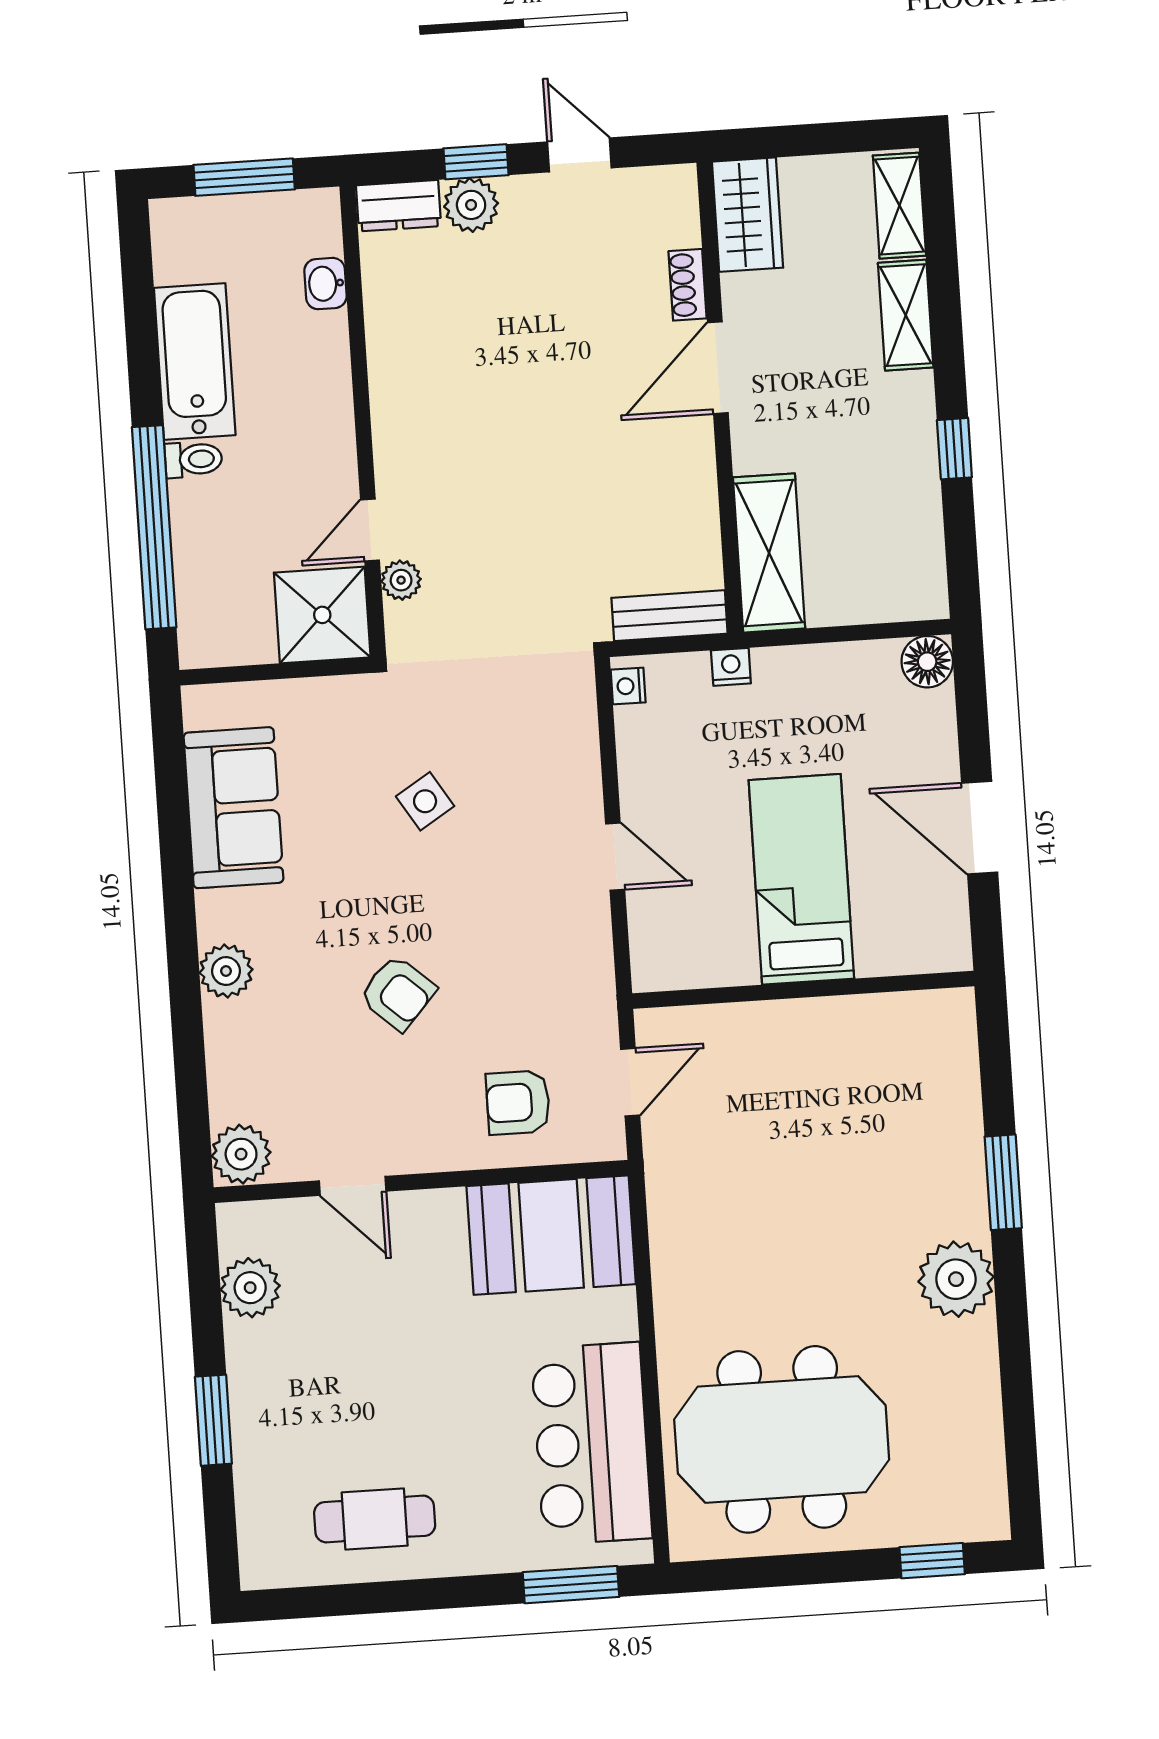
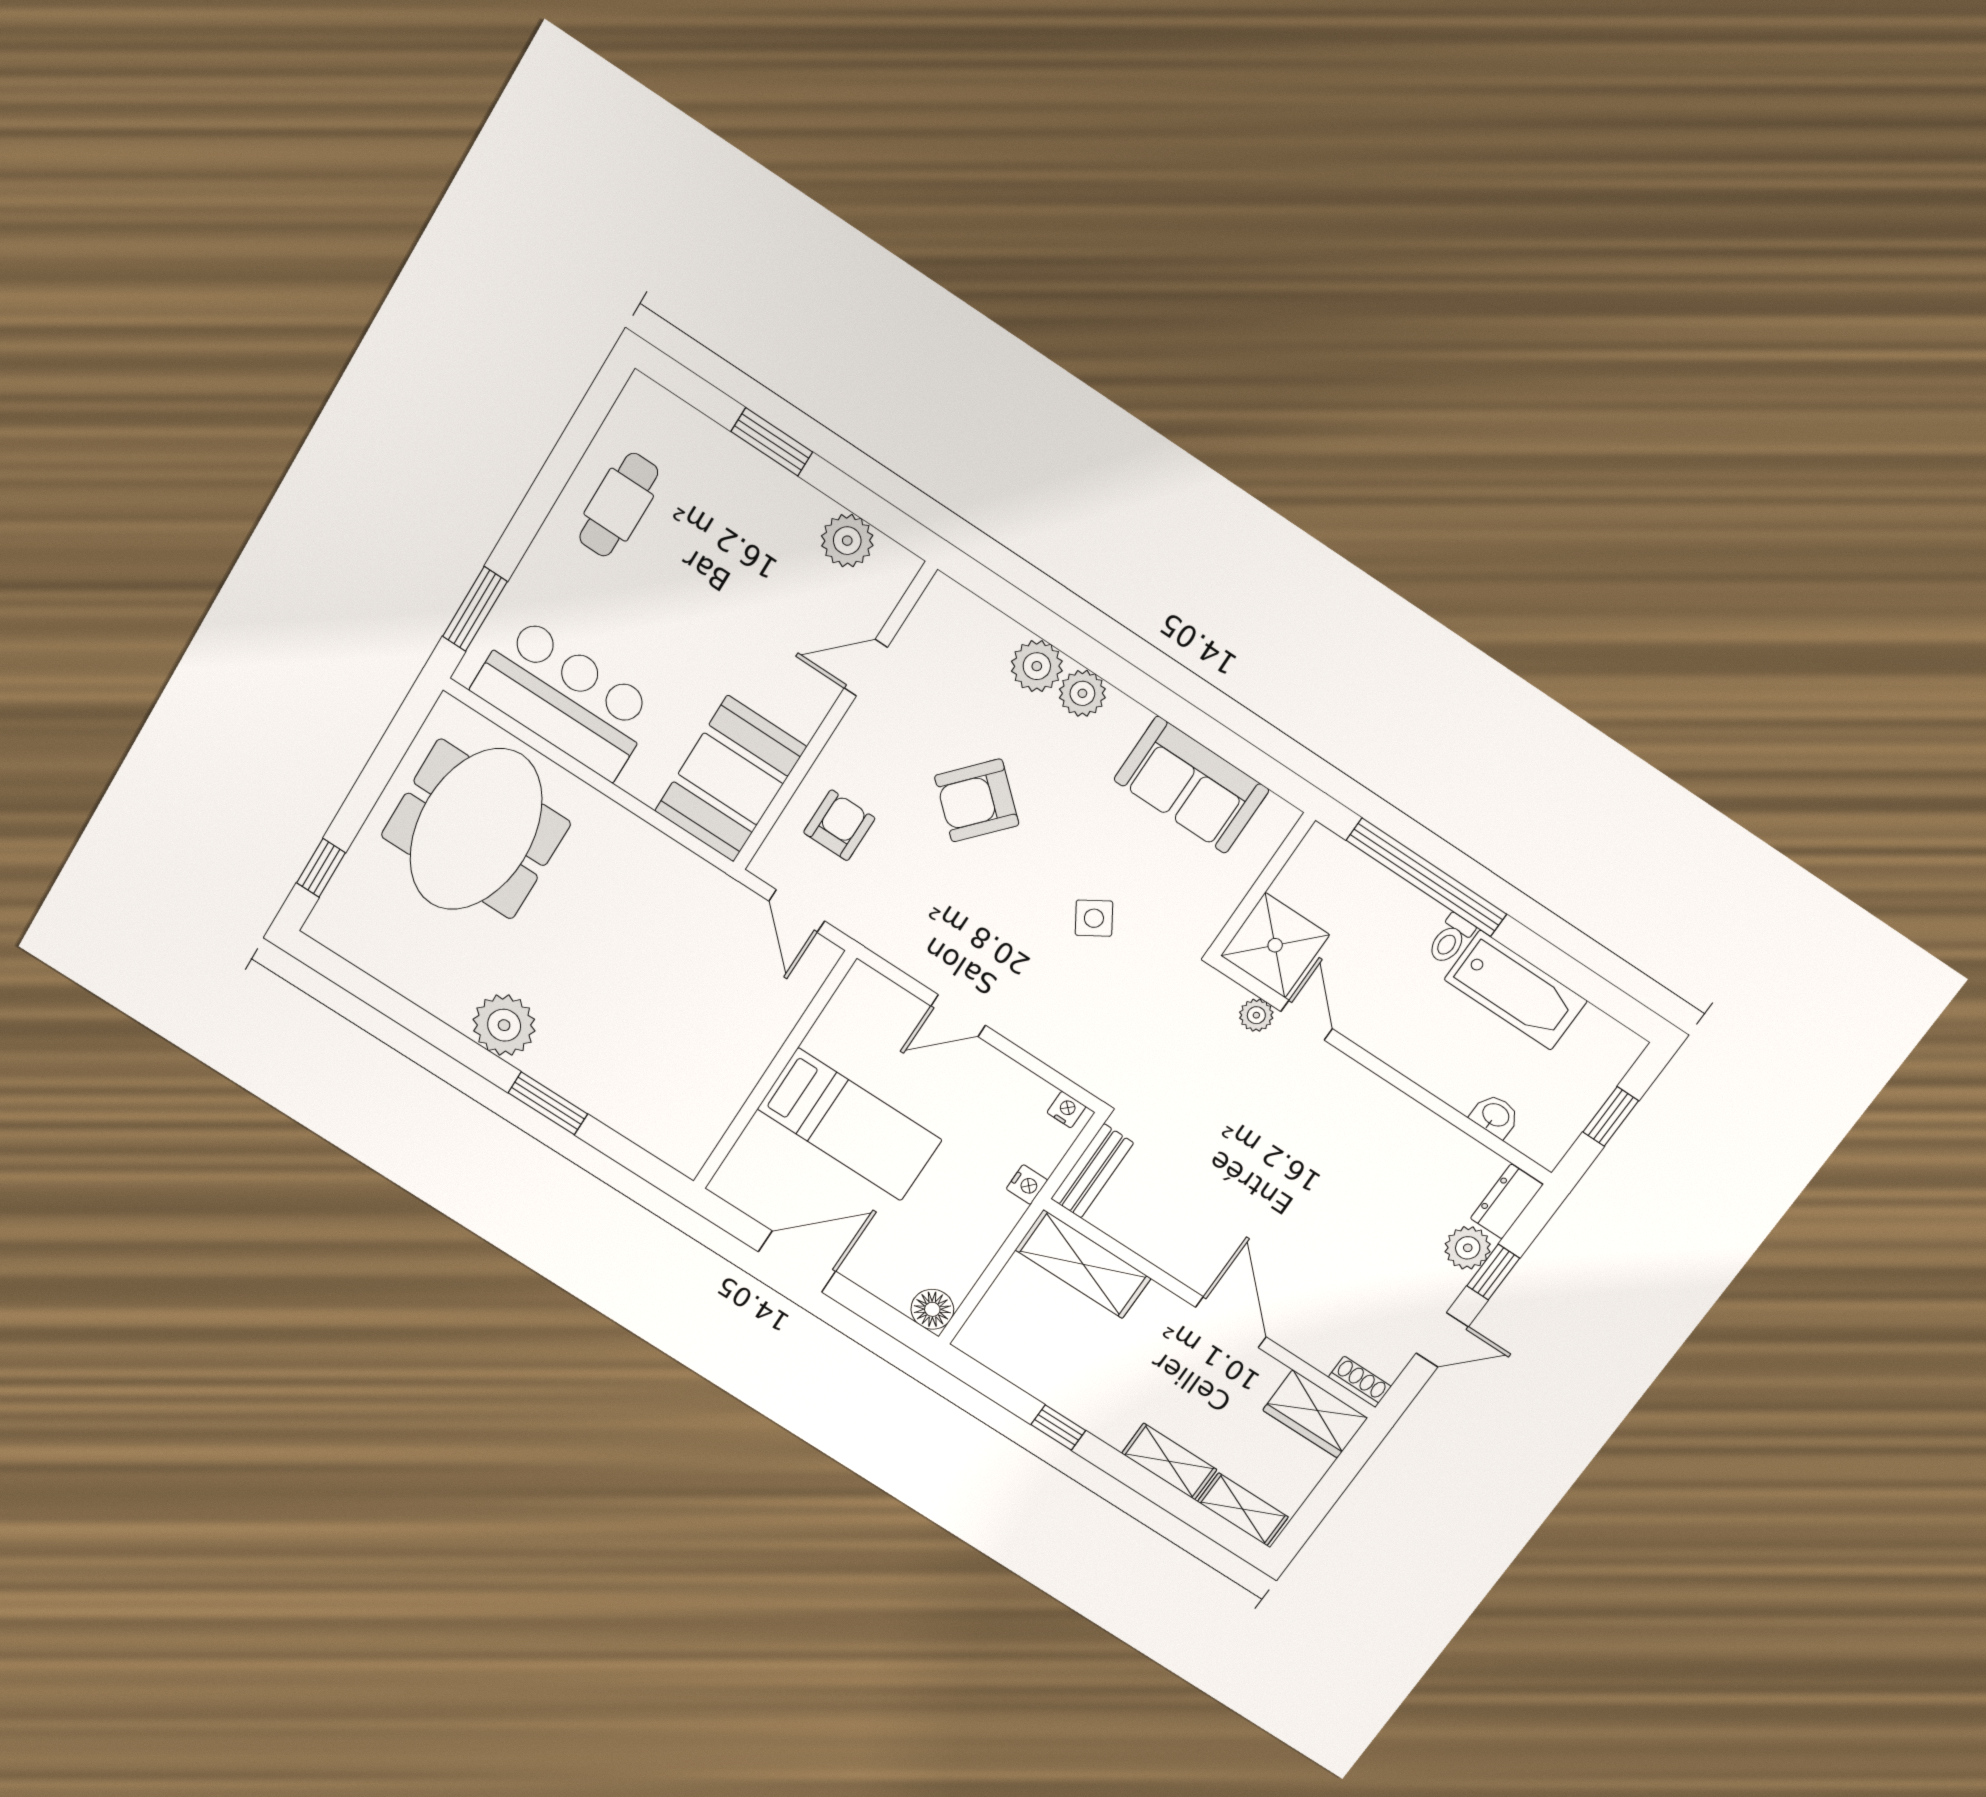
window: (244, 177) -> (1611, 1116), width x0.67
shoe rack: (688, 285) -> (1360, 1382), moved
armchair: (398, 993) -> (977, 800), width x1.38, depth x1.38
plant: (241, 1154) -> (1037, 666), moved

